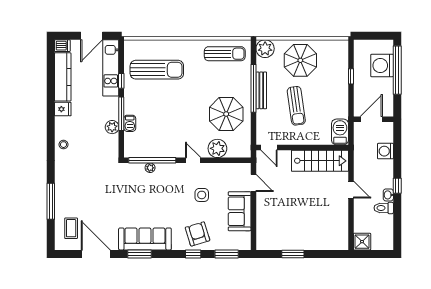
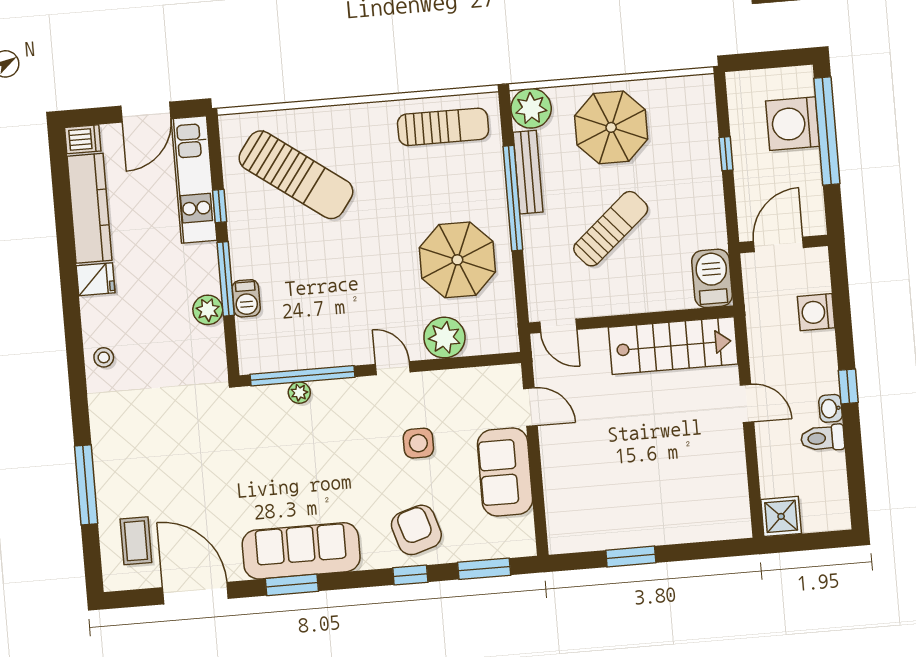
sun lounger: (157, 70) -> (296, 175), turned 36
bench: (261, 90) -> (528, 172), moved
sun lounger: (296, 106) -> (611, 229), turned -123

